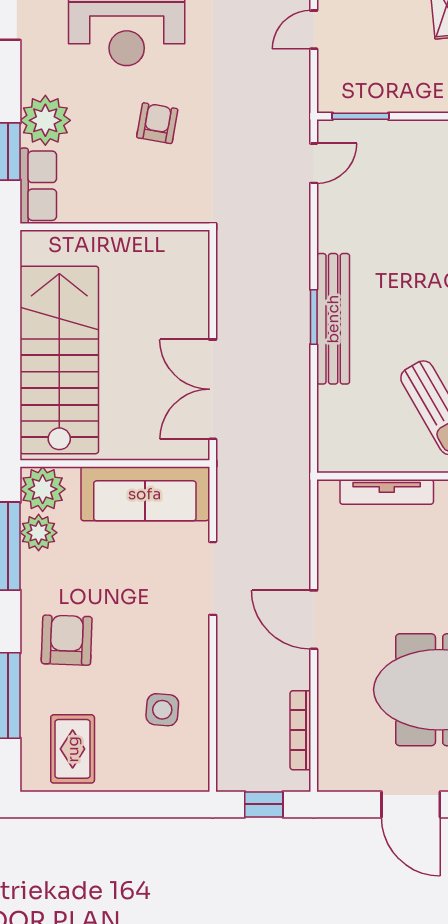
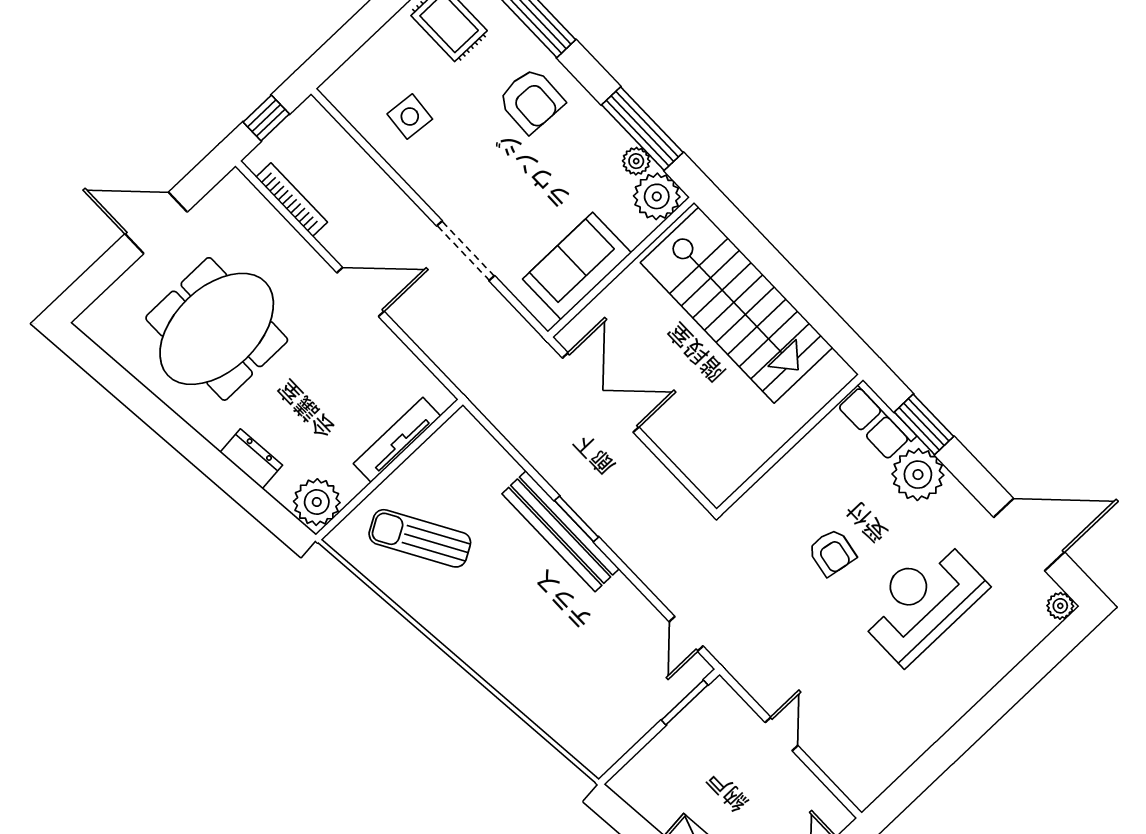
sofa: (145, 494) -> (577, 266), width x0.73
plant: (39, 533) -> (636, 161), width x0.73, depth x0.73

